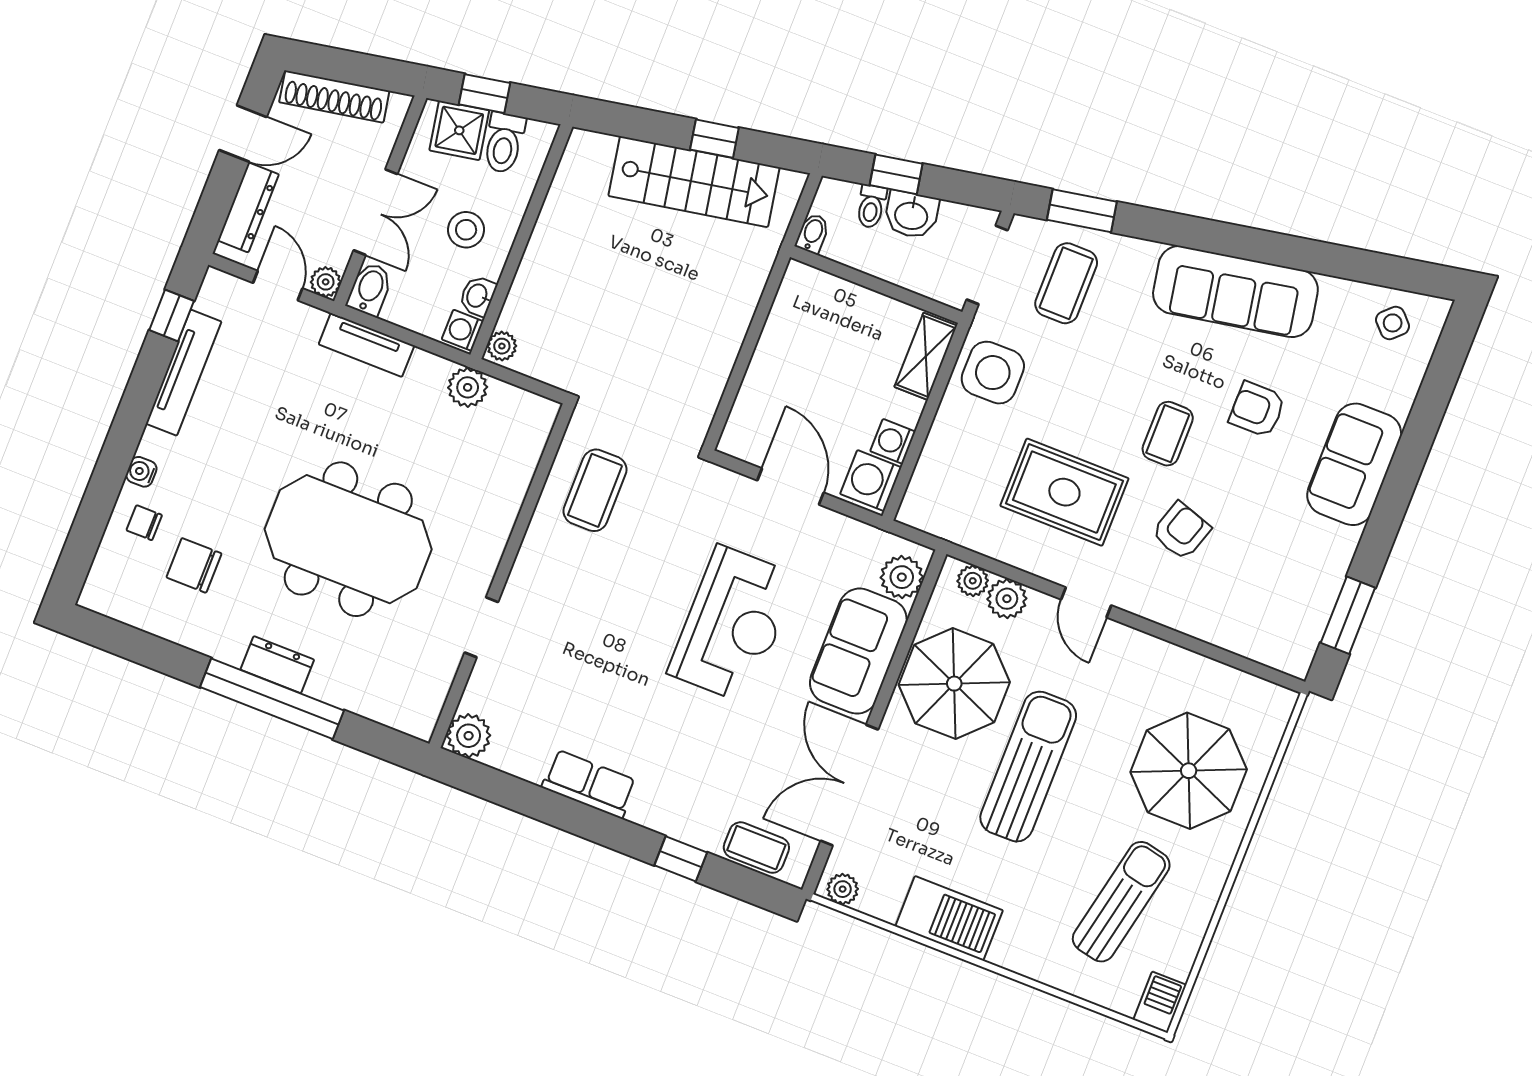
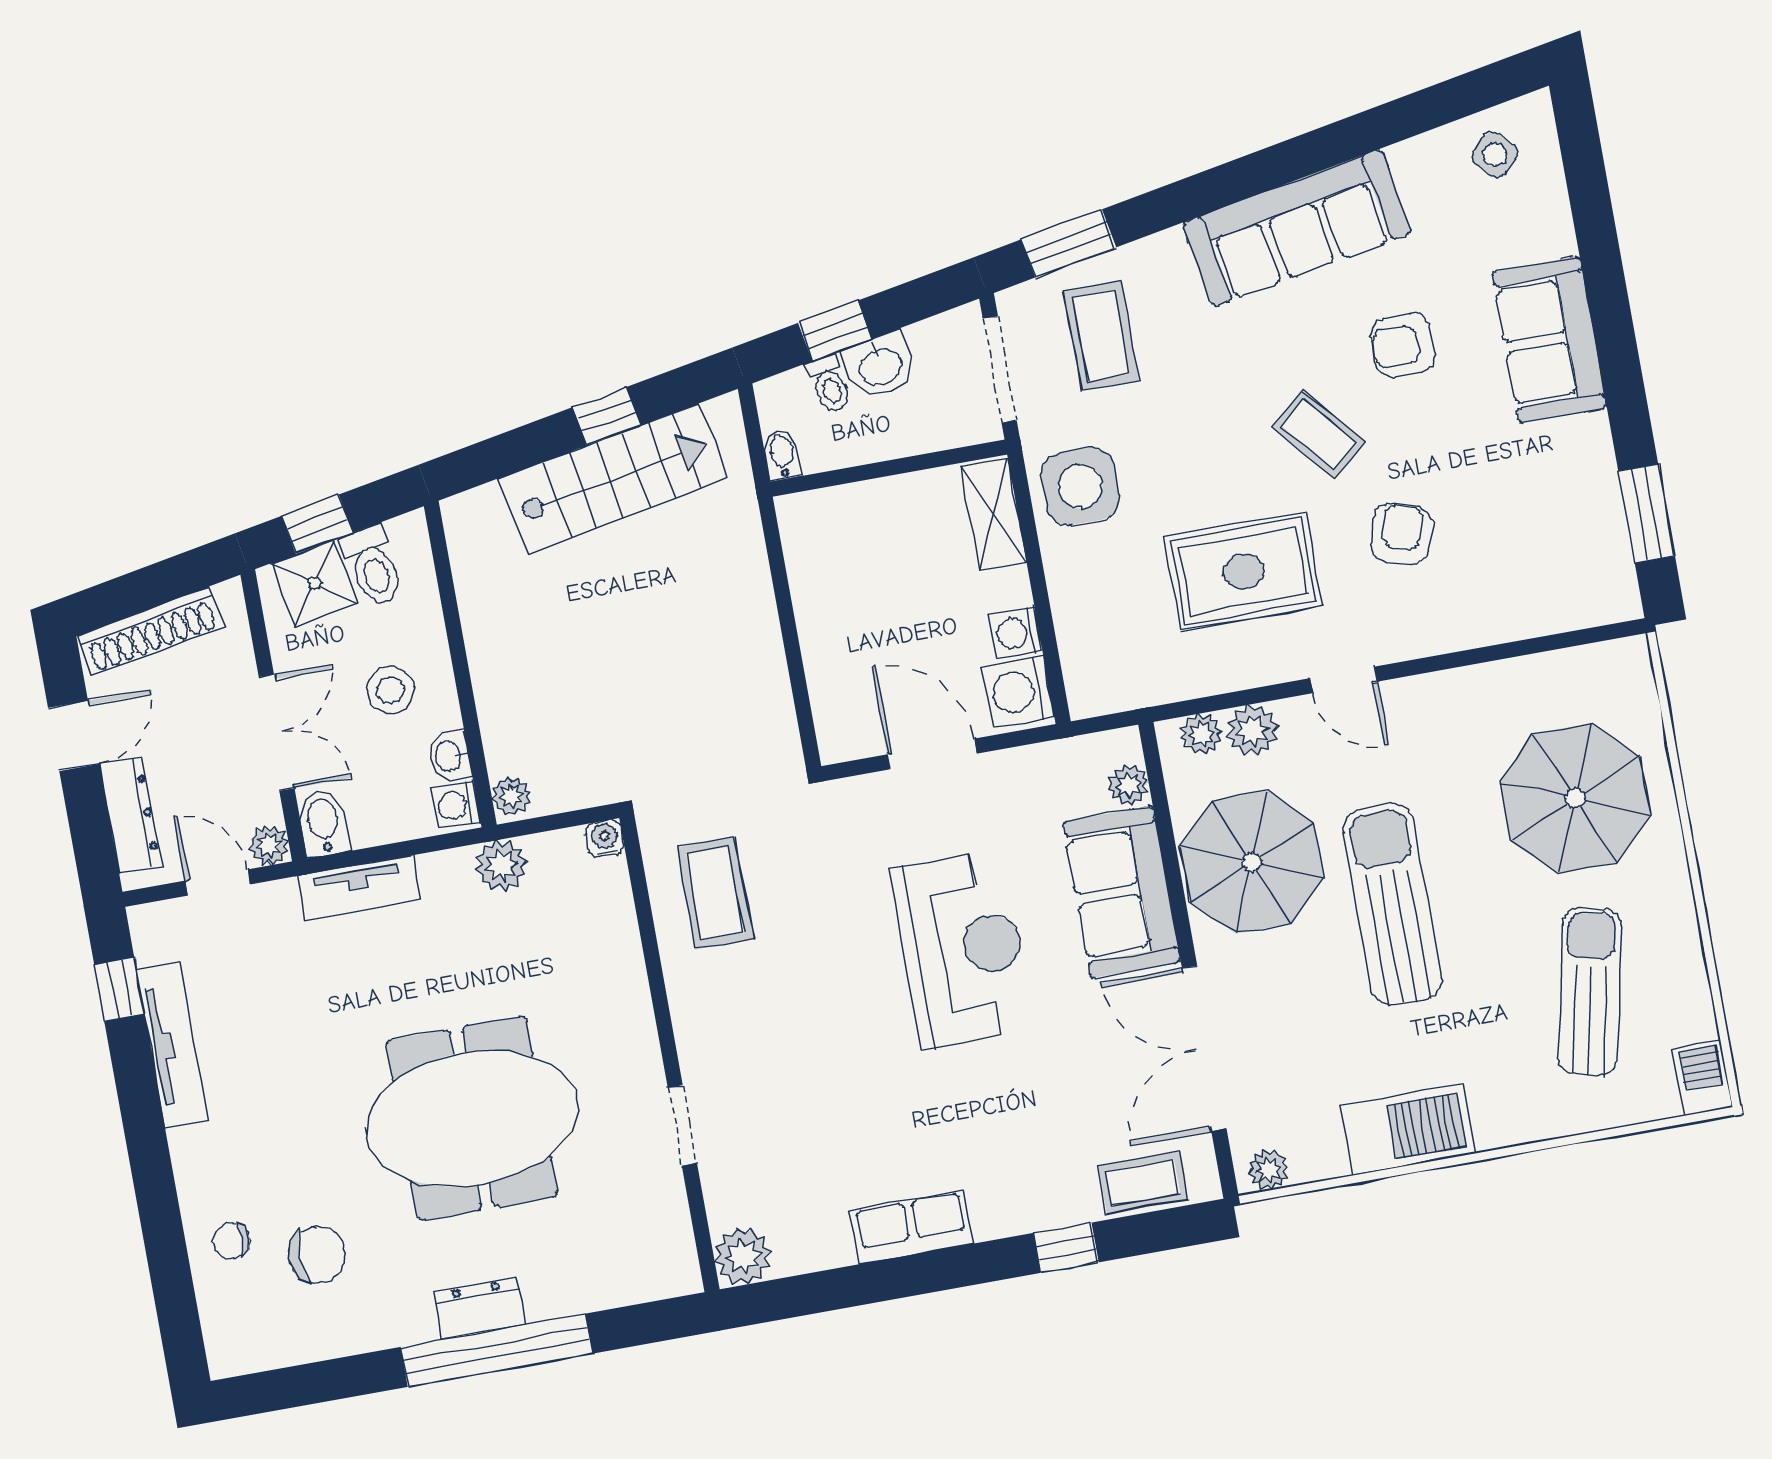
coffee table: (1168, 434) -> (1319, 434), turned -40
water cooler: (141, 472) -> (605, 839), moved, turned 90
chair: (194, 565) -> (317, 1254), turned 180
plant: (902, 577) -> (1128, 785), width x0.73, depth x0.73

